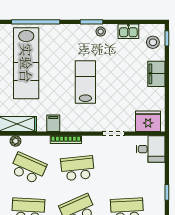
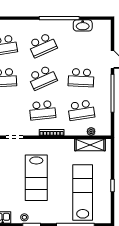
lab bench: (85, 82) -> (36, 178), width x1.36, depth x1.39
filing cabinet: (53, 123) -> (62, 145), removed
school desk: (28, 168) -> (81, 110), turned -33

